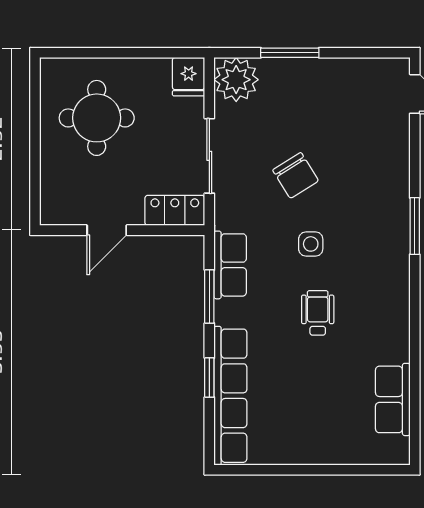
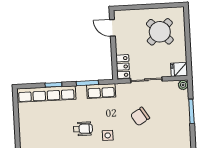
plant: (236, 80) -> (183, 85), width x0.53, depth x0.53
round table: (97, 118) -> (160, 32), turned 45
door: (107, 230) -> (112, 28), moved
side table: (311, 244) -> (108, 135), moved

